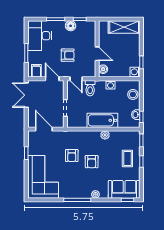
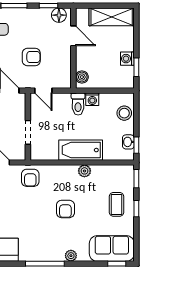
floor lamp: (71, 26) -> (59, 15), moved
door: (97, 54) -> (73, 36), moved
washing machine: (135, 72) -> (127, 59), moved
toilet: (90, 88) -> (78, 104), moved
armchair: (72, 156) -> (30, 178), moved

